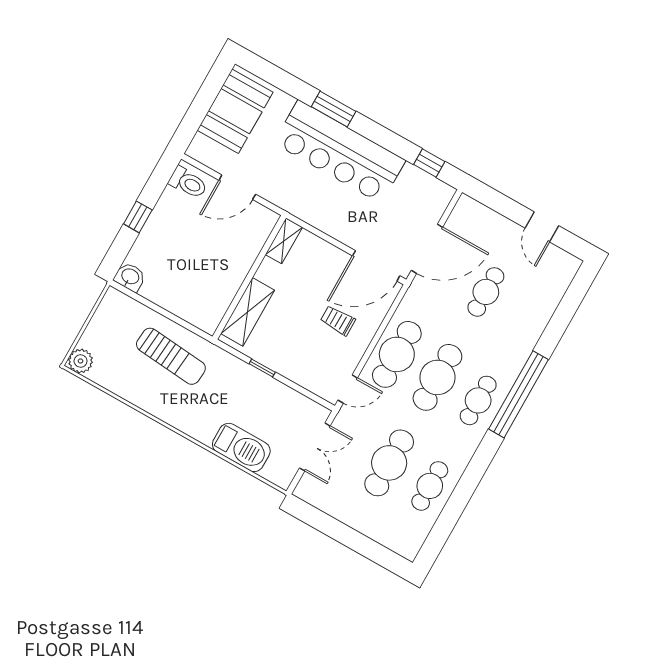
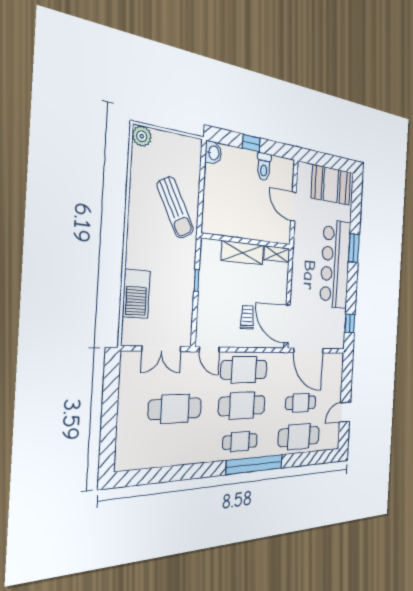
toilet: (188, 183) -> (264, 167), moved
shelving: (248, 312) -> (243, 253), moved
sun lounger: (171, 356) -> (175, 208), turned -33
cafe table: (430, 486) -> (299, 436), moved, width x1.37, depth x1.35

